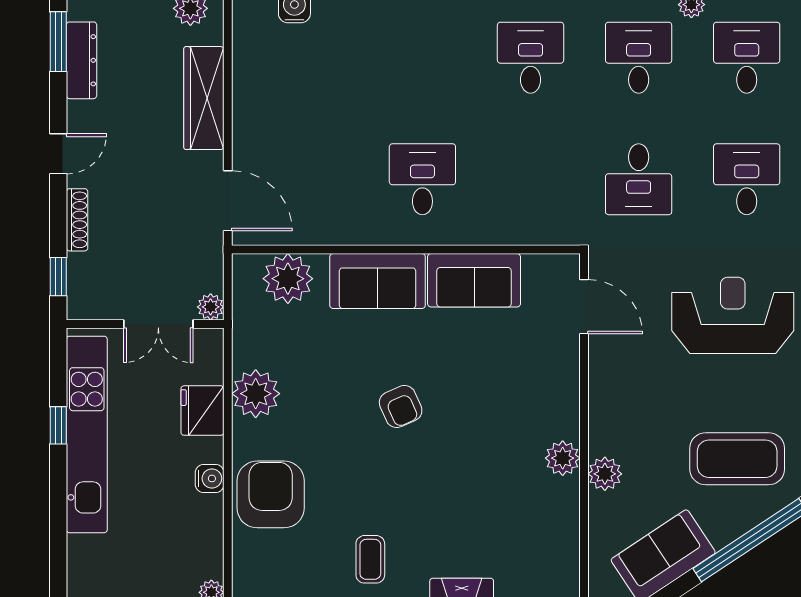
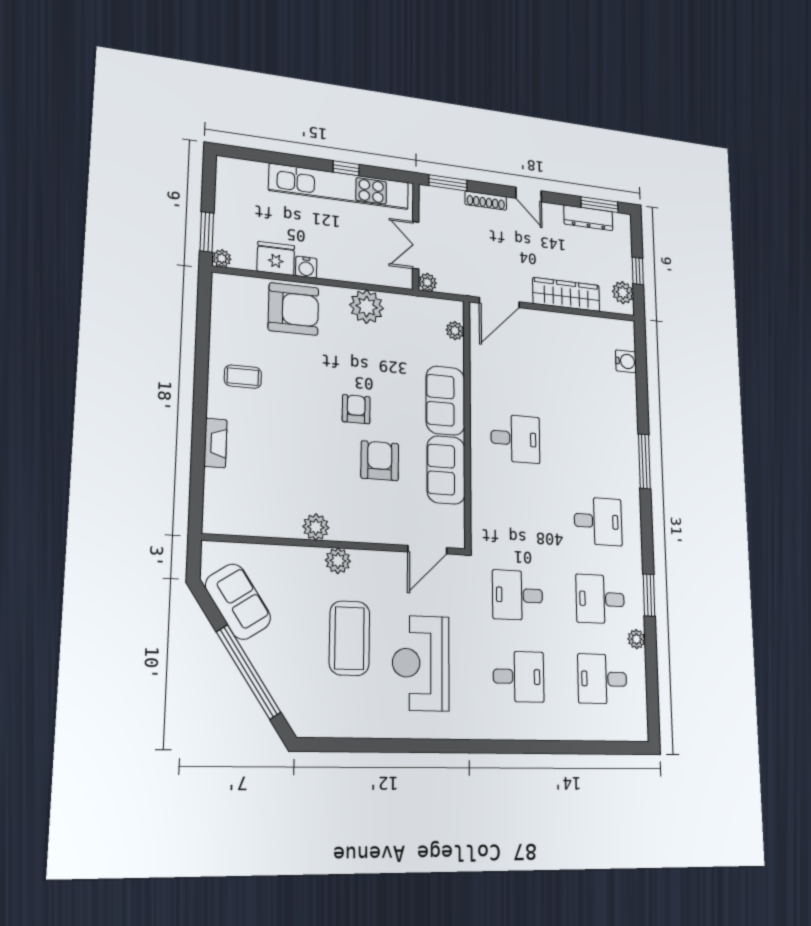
desk: (639, 58) -> (600, 599), turned 180
desk: (747, 58) -> (602, 679), turned 180
window: (58, 277) -> (448, 183), width x1.50
plant: (288, 279) -> (455, 331), width x0.53, depth x0.53
reception desk: (733, 315) -> (421, 663), turned 180
armchair: (468, 373) -> (380, 461), added
armchair: (401, 406) -> (356, 409), turned 114
fridge: (202, 411) -> (276, 258), moved
coffee table: (737, 459) -> (349, 638), moved
plant: (605, 474) -> (338, 561), moved

